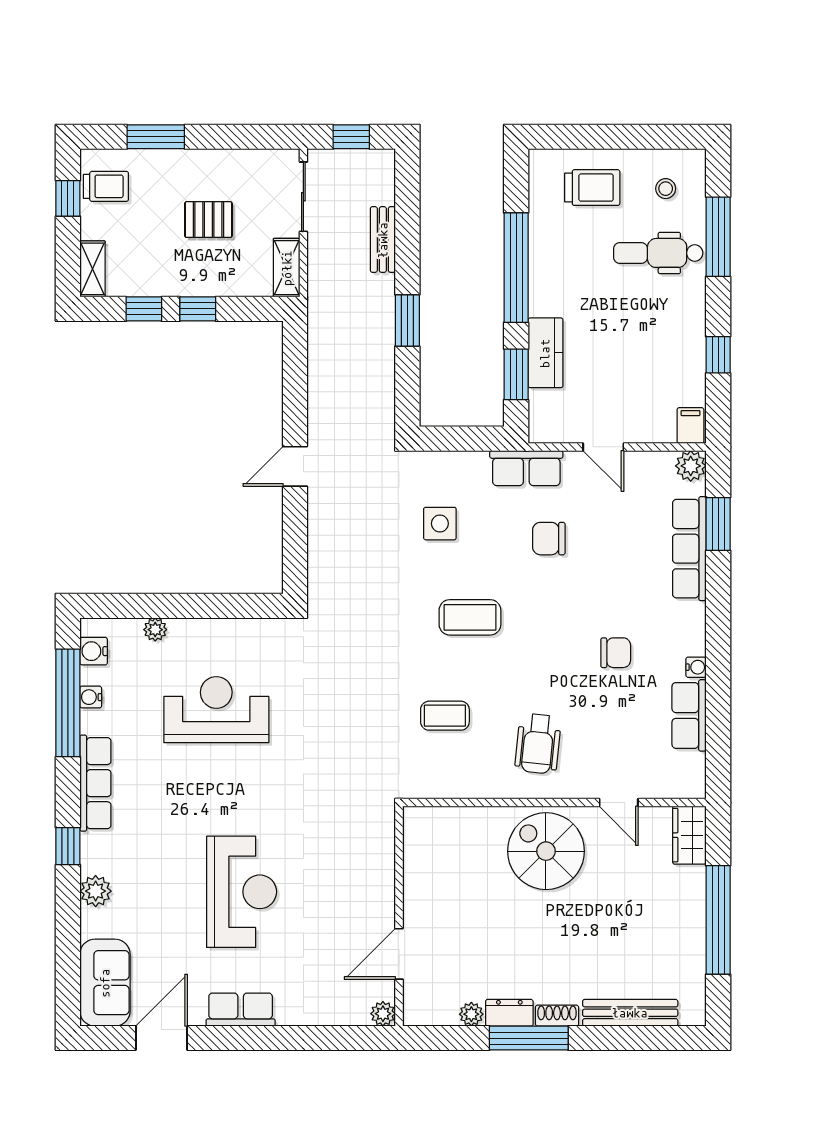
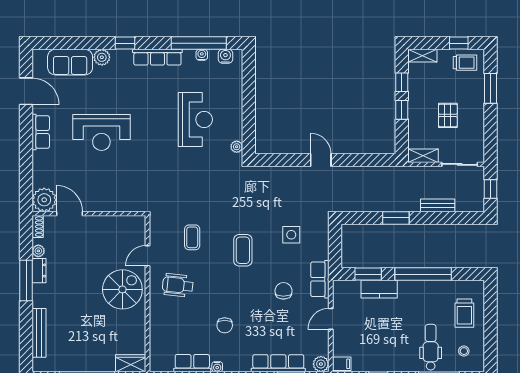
trolley: (106, 186) -> (465, 63), turned -90
plant: (155, 630) -> (237, 147), moved
door: (619, 803) -> (147, 256), moved
sofa: (105, 983) -> (70, 62), moved
plant: (383, 1014) -> (44, 200), width x1.87, depth x1.87
shoe rack: (557, 1016) -> (38, 227), moved

